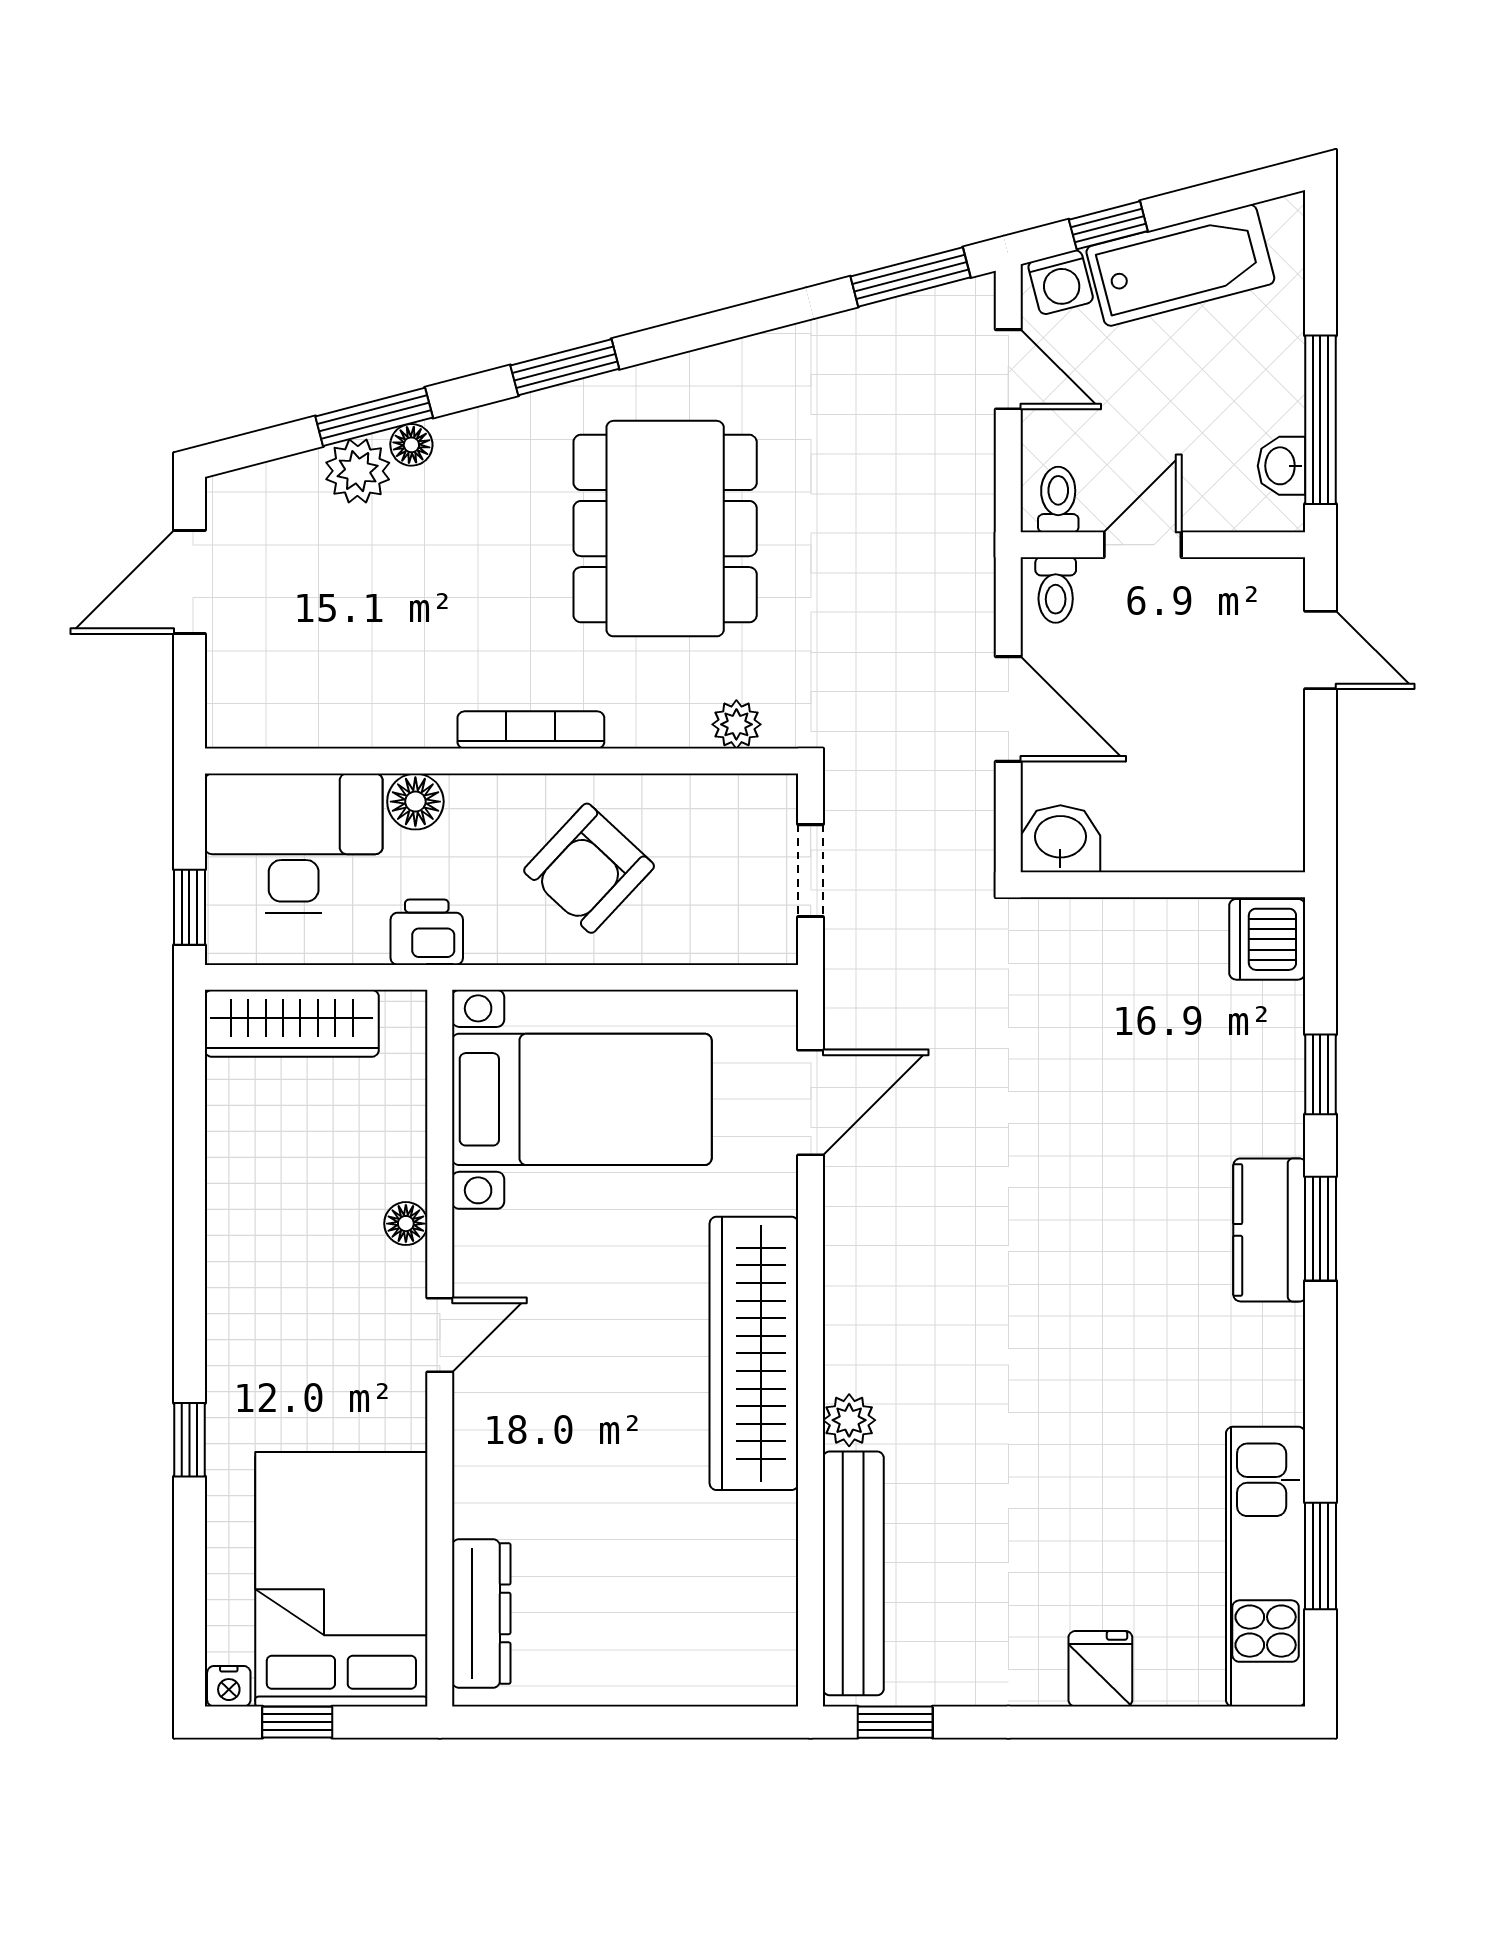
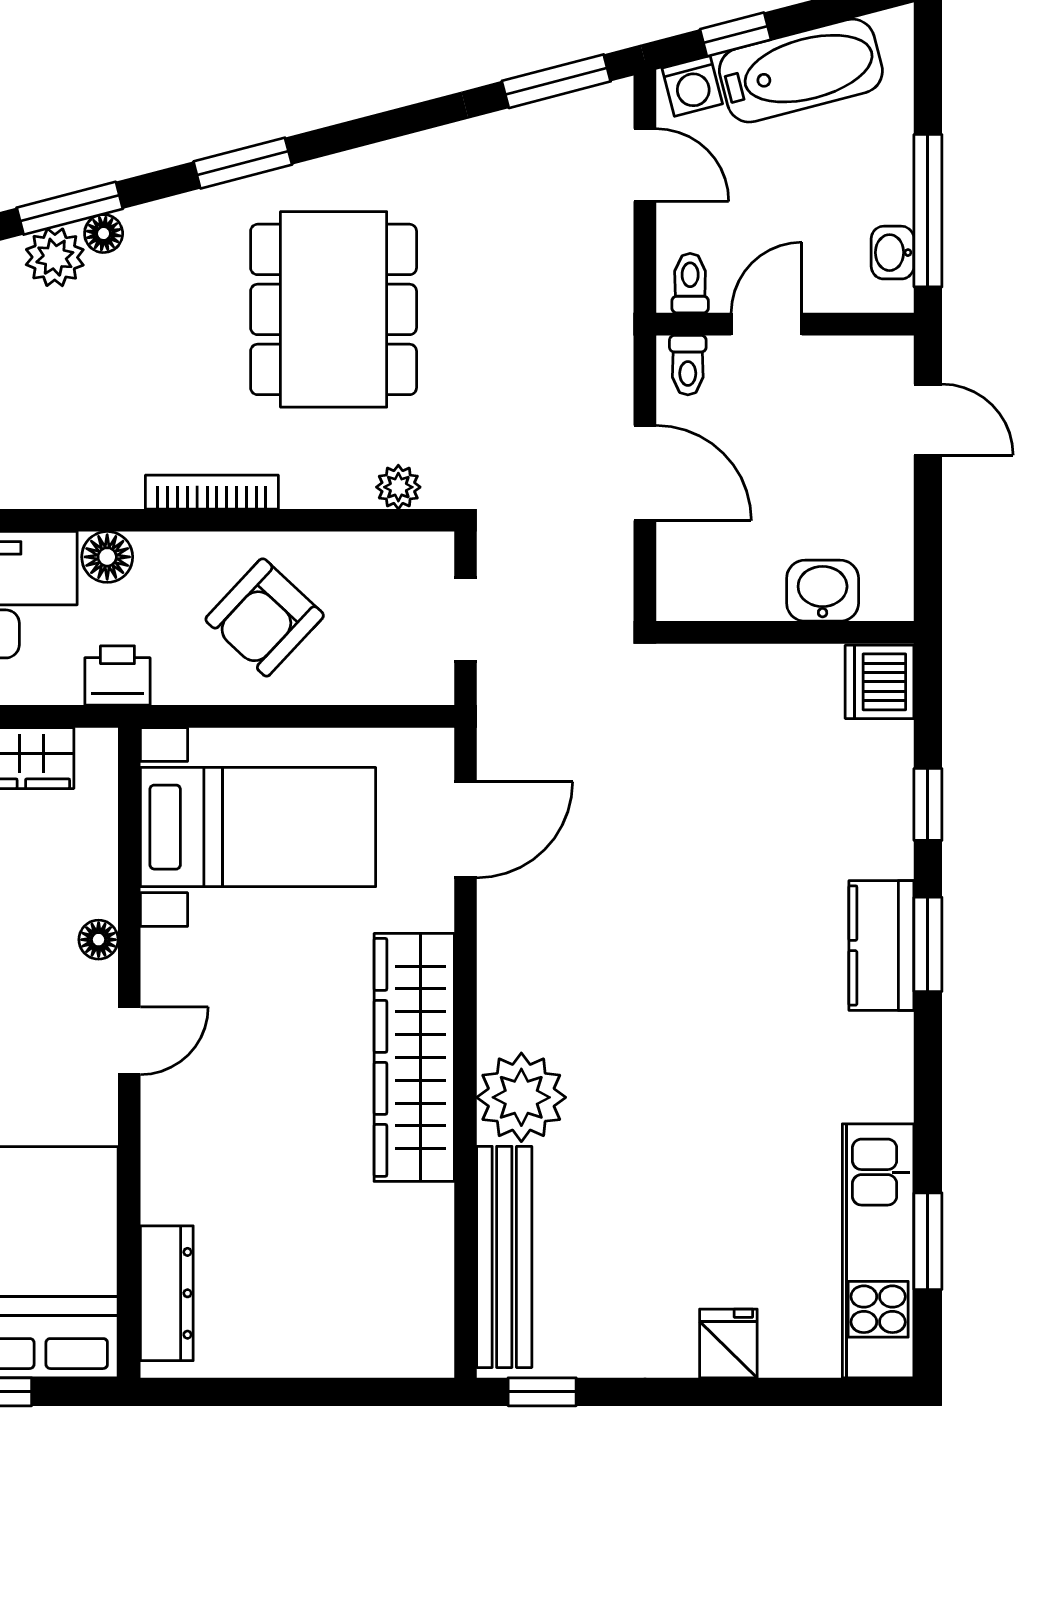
washbasin: (1060, 839) -> (823, 591), moved
plant: (849, 1420) -> (521, 1097), width x1.87, depth x1.87

